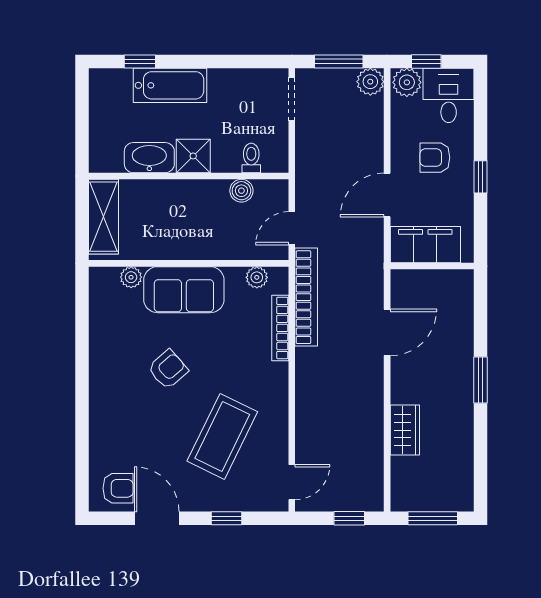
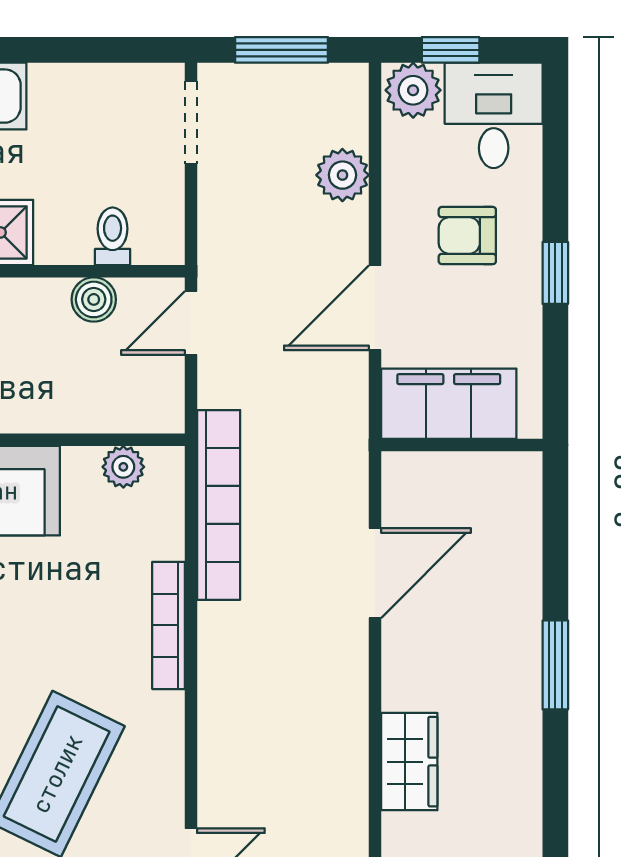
plant: (370, 82) -> (342, 175), moved
door: (292, 228) -> (191, 323), moved
bookcase: (280, 328) -> (169, 625), moved

